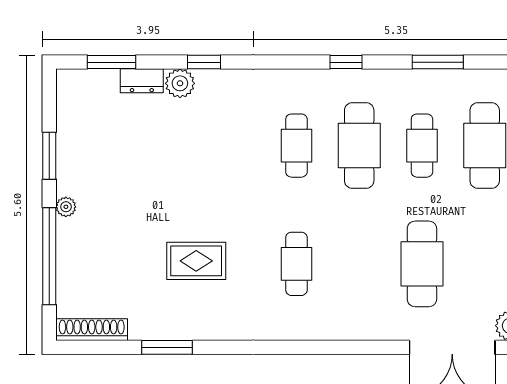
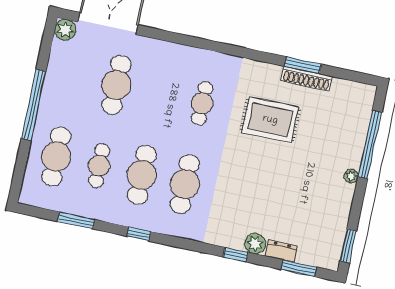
cafe table: (296, 146) -> (185, 184), width x1.37, depth x1.35
window: (49, 156) -> (348, 246), moved
rug: (196, 261) -> (270, 120), width x1.36, depth x1.43
shoe rack: (92, 330) -> (307, 79), moved

